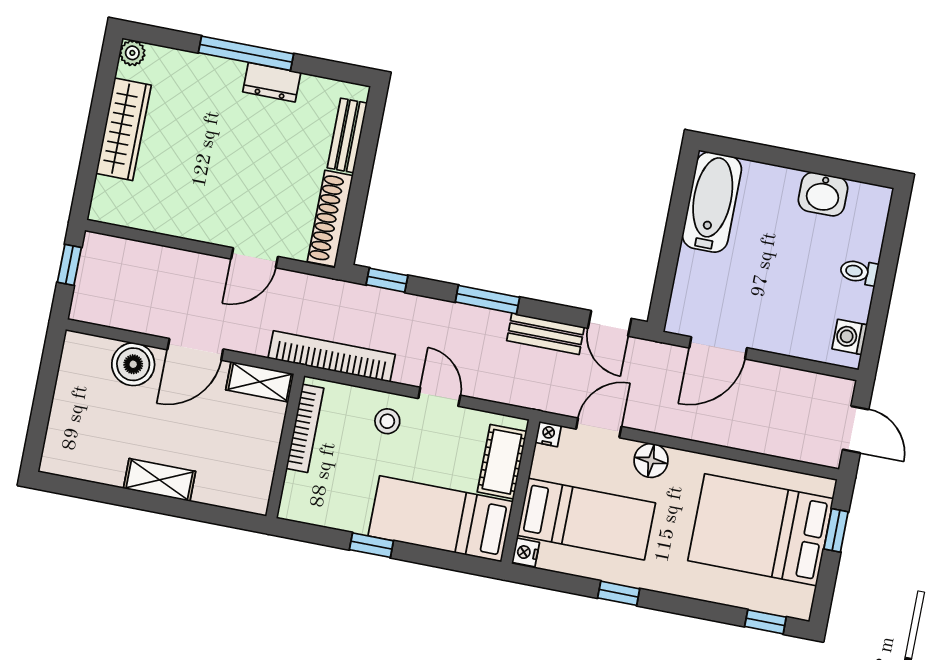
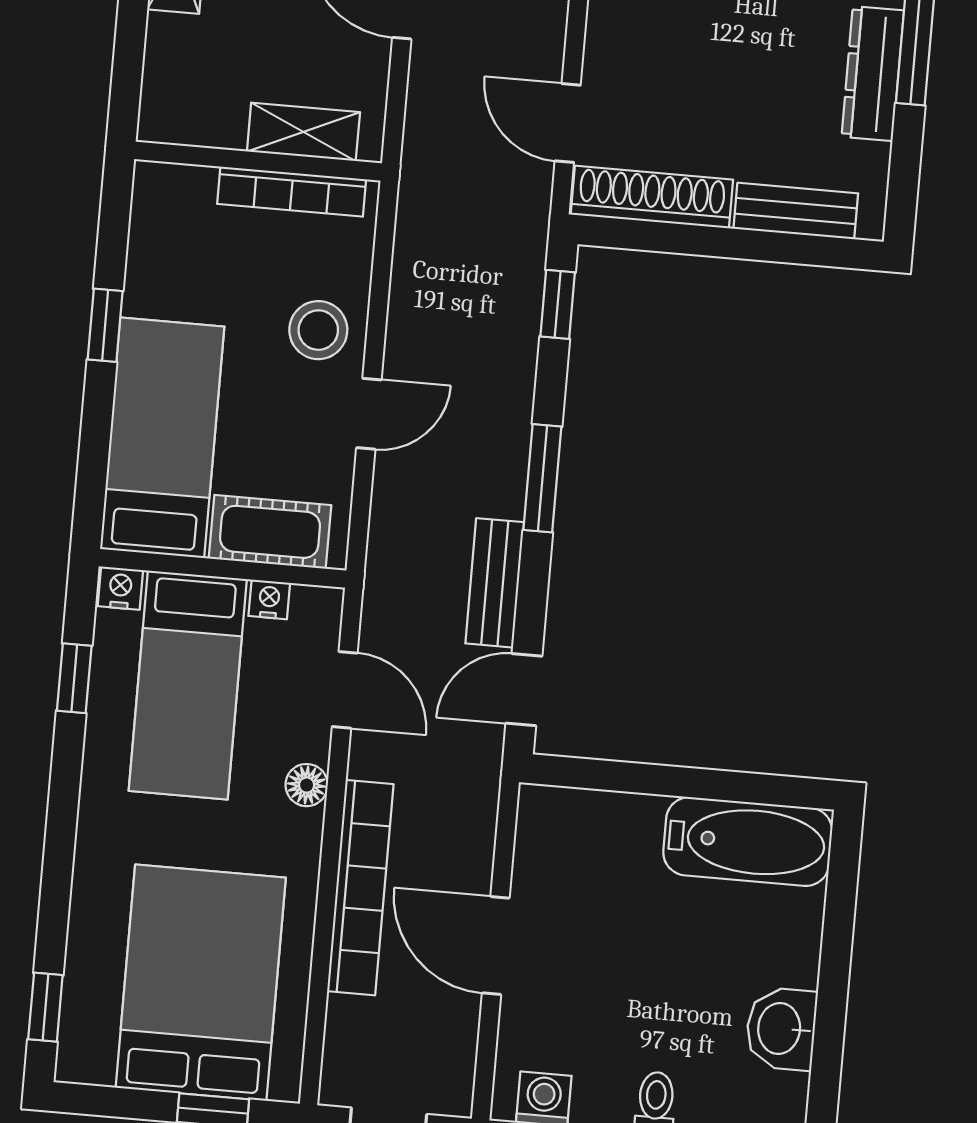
dresser: (272, 82) -> (873, 74), width x1.44
door: (254, 258) -> (568, 123), moved
door: (718, 348) -> (496, 946), moved
bookcase: (332, 356) -> (360, 888), moved
shelving: (260, 382) -> (303, 132), moved, turned 90
stool: (387, 421) -> (318, 330), width x1.37, depth x1.37
nightstand: (548, 434) -> (269, 599), moved, turned -90
floor lamp: (651, 460) -> (307, 785), width x0.73, depth x0.73
window: (619, 593) -> (74, 678), moved

